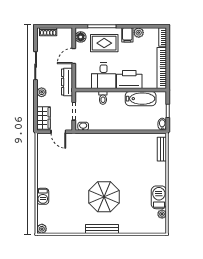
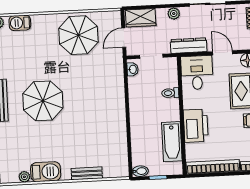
desk: (104, 76) -> (197, 73), moved, turned 90
bench: (162, 149) -> (87, 173), moved
parasol: (55, 167) -> (78, 35), added
barbecue: (43, 196) -> (20, 23), moved

